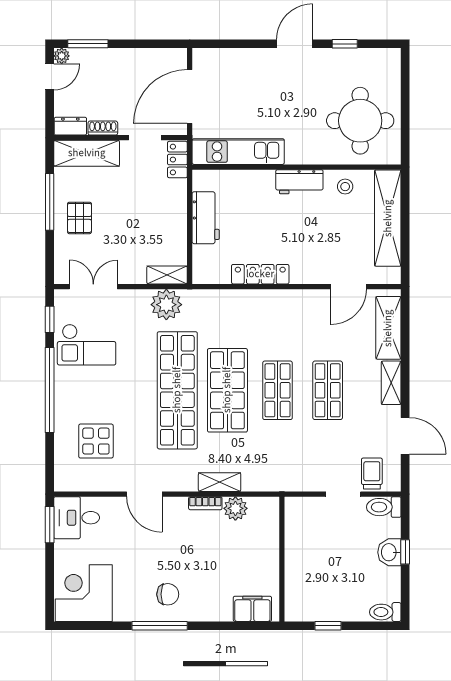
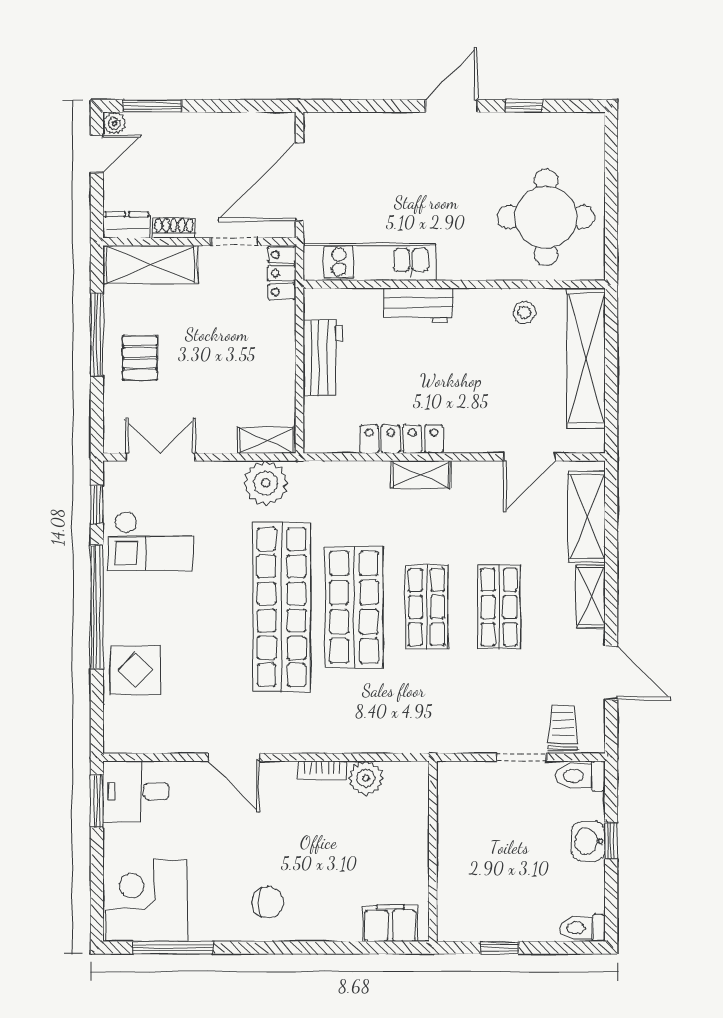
workbench: (299, 182) -> (418, 305), moved
display table: (96, 441) -> (136, 670), moved
shelving: (220, 482) -> (421, 474), moved
window: (160, 626) -> (173, 948), moved

